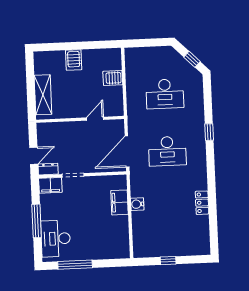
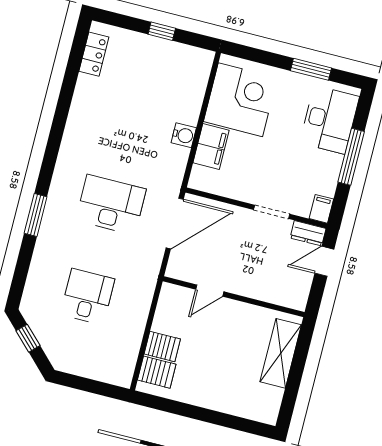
server rack: (74, 60) -> (157, 372), moved, turned 90
desk: (165, 94) -> (87, 297), width x0.73
window: (209, 132) -> (36, 215), width x1.50
filing cabinet: (50, 185) -> (321, 209), width x0.50
locker: (202, 203) -> (94, 54), moved
corner desk: (111, 235) -> (240, 100), added
window: (75, 265) -> (311, 69), width x0.69

